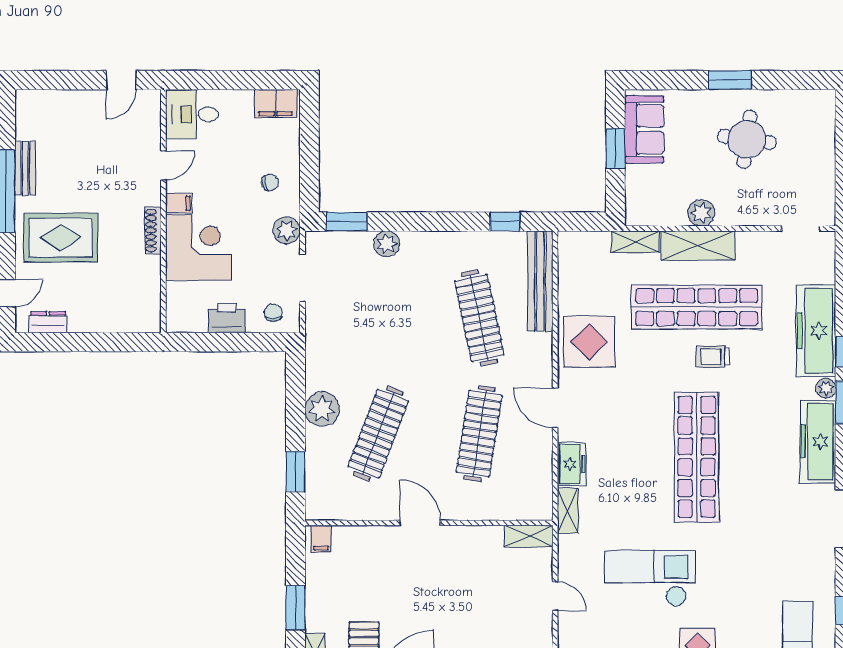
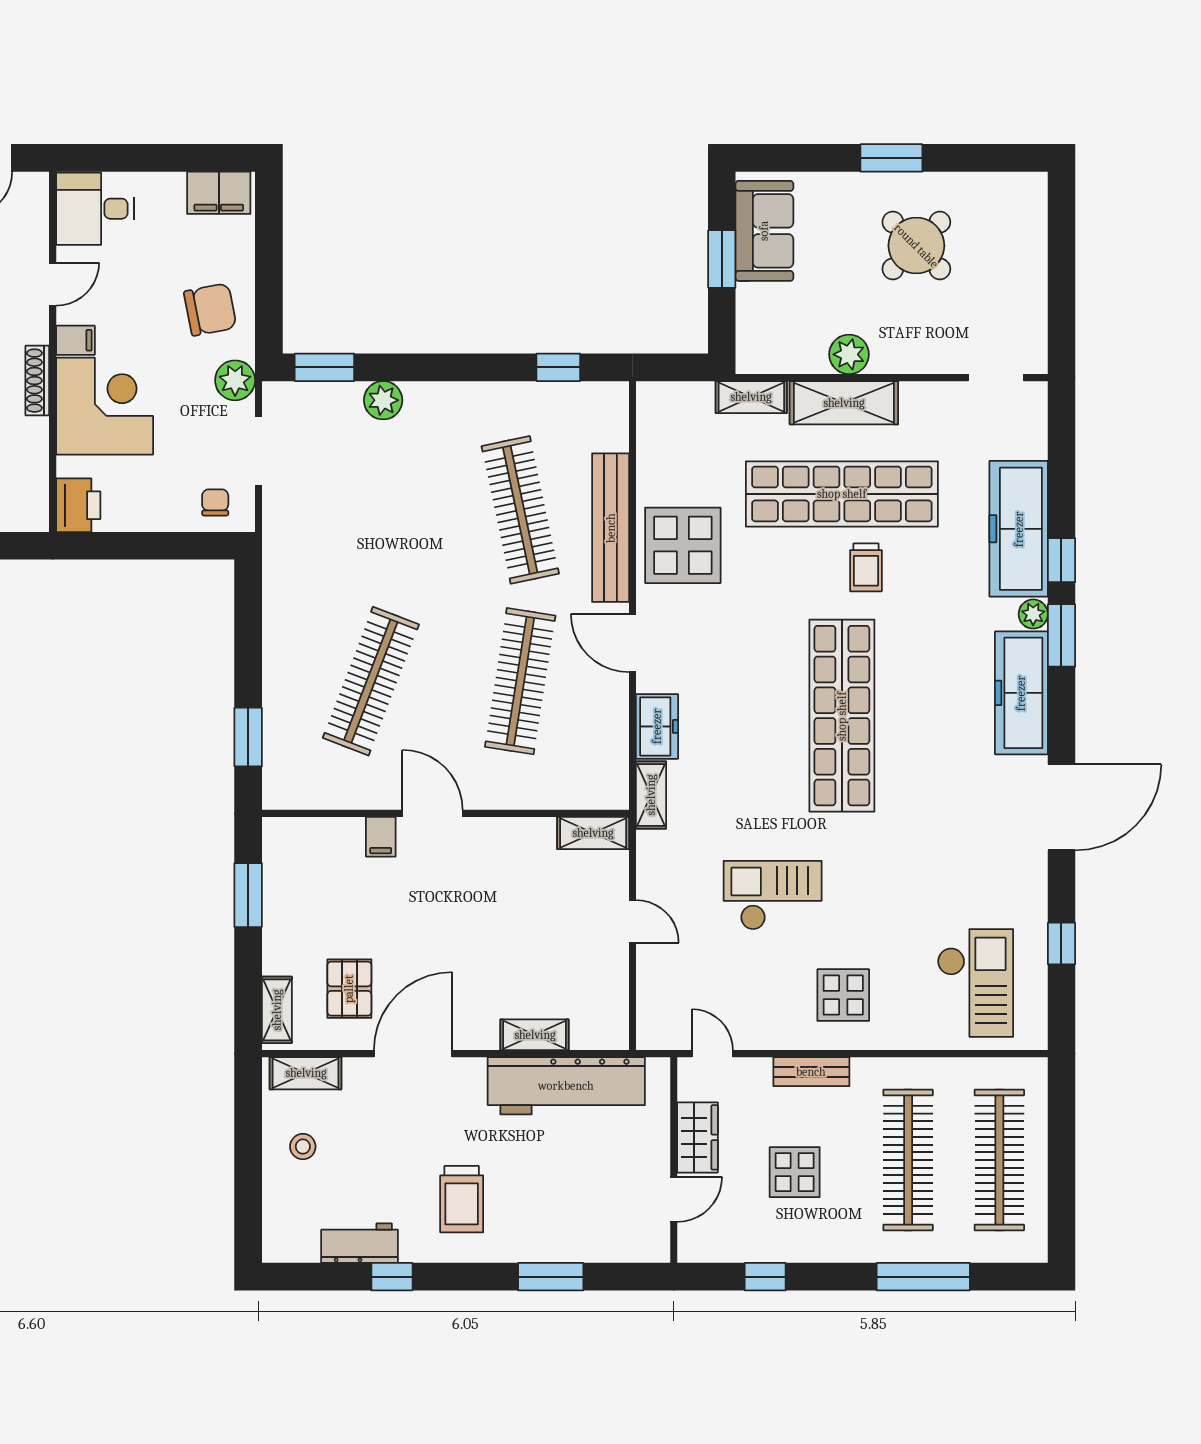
round table: (747, 139) -> (916, 246), turned 37
chair: (270, 182) -> (210, 309), width x1.87, depth x1.87
bench: (540, 281) -> (611, 528), moved
printer: (227, 318) -> (78, 505), moved, turned 90
trolley: (713, 357) -> (866, 567), turned -90
plant: (322, 409) -> (287, 645), removed
filing cabinet: (321, 539) -> (381, 837), moved
checkout: (650, 578) -> (773, 895), width x0.73, depth x0.83
window: (295, 608) -> (248, 895), moved

